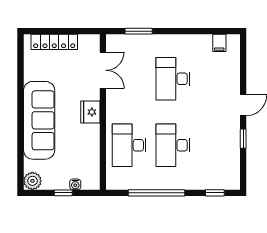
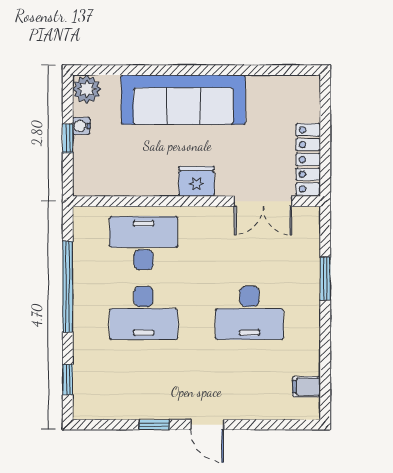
window: (139, 31) -> (325, 279), moved
locker: (54, 42) -> (308, 159), moved
desk: (173, 79) -> (249, 313), turned 180
desk: (173, 145) -> (144, 313), turned 180
water cooler: (75, 184) -> (81, 126), moved

